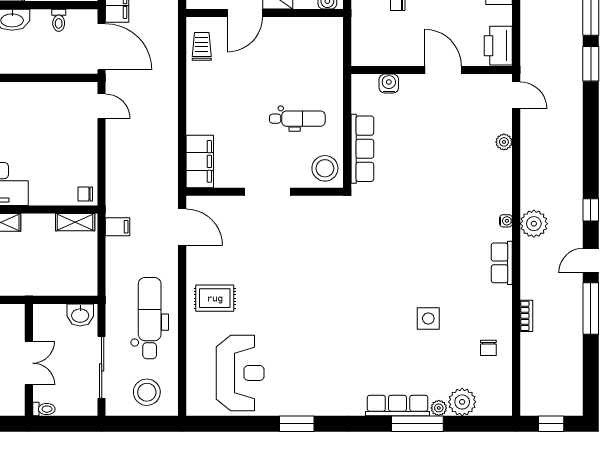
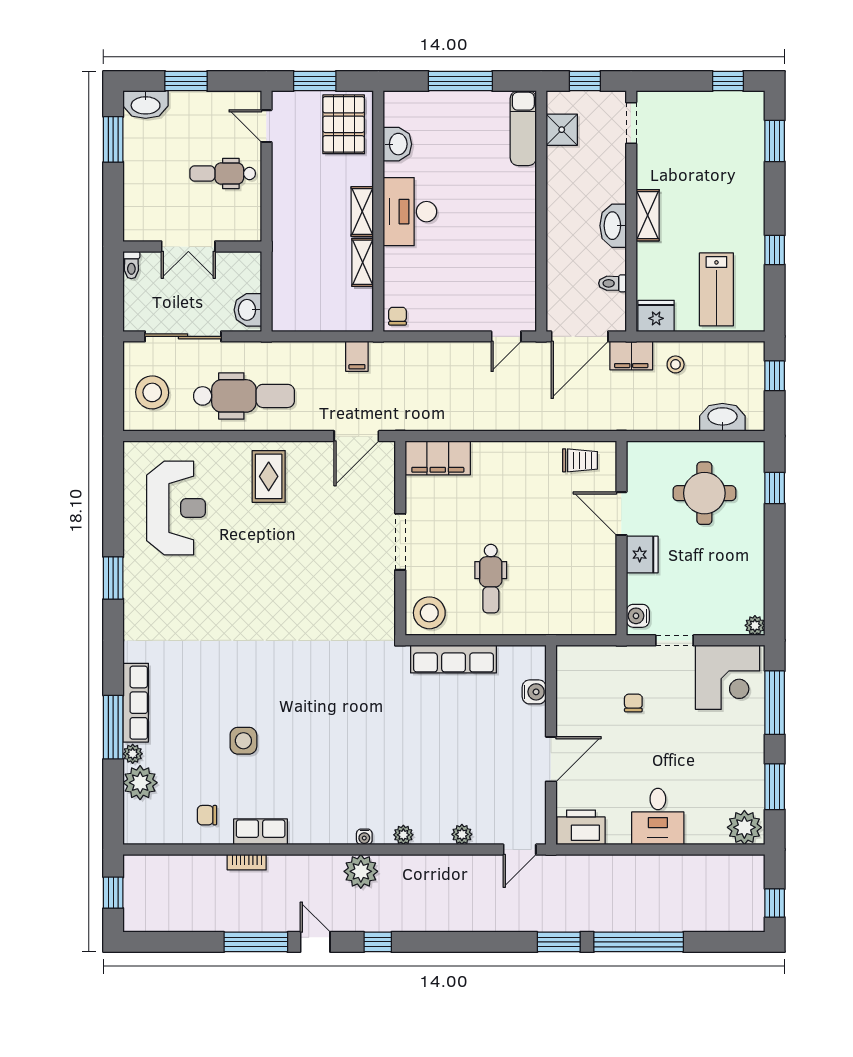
plant: (504, 189) -> (403, 835), added
shelving: (75, 222) -> (363, 262), moved
row of seats: (502, 263) -> (261, 832), moved
reception desk: (240, 373) -> (176, 508), turned -90

